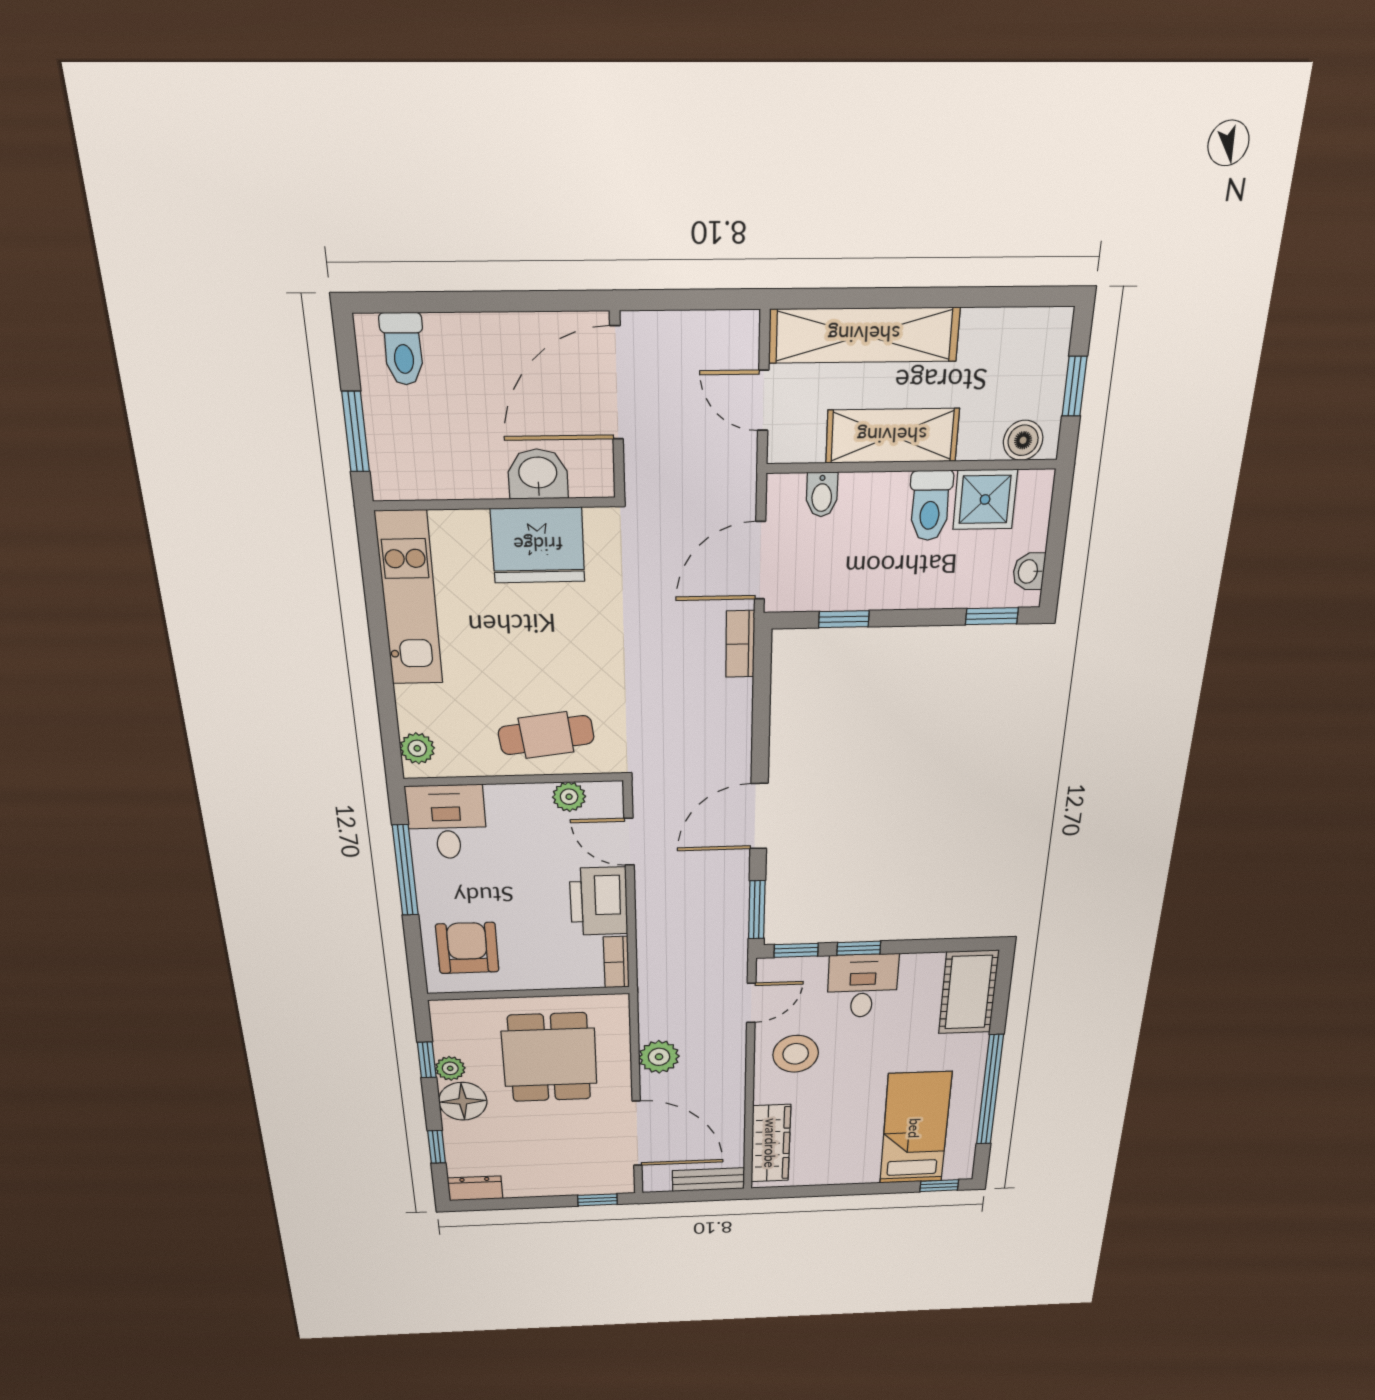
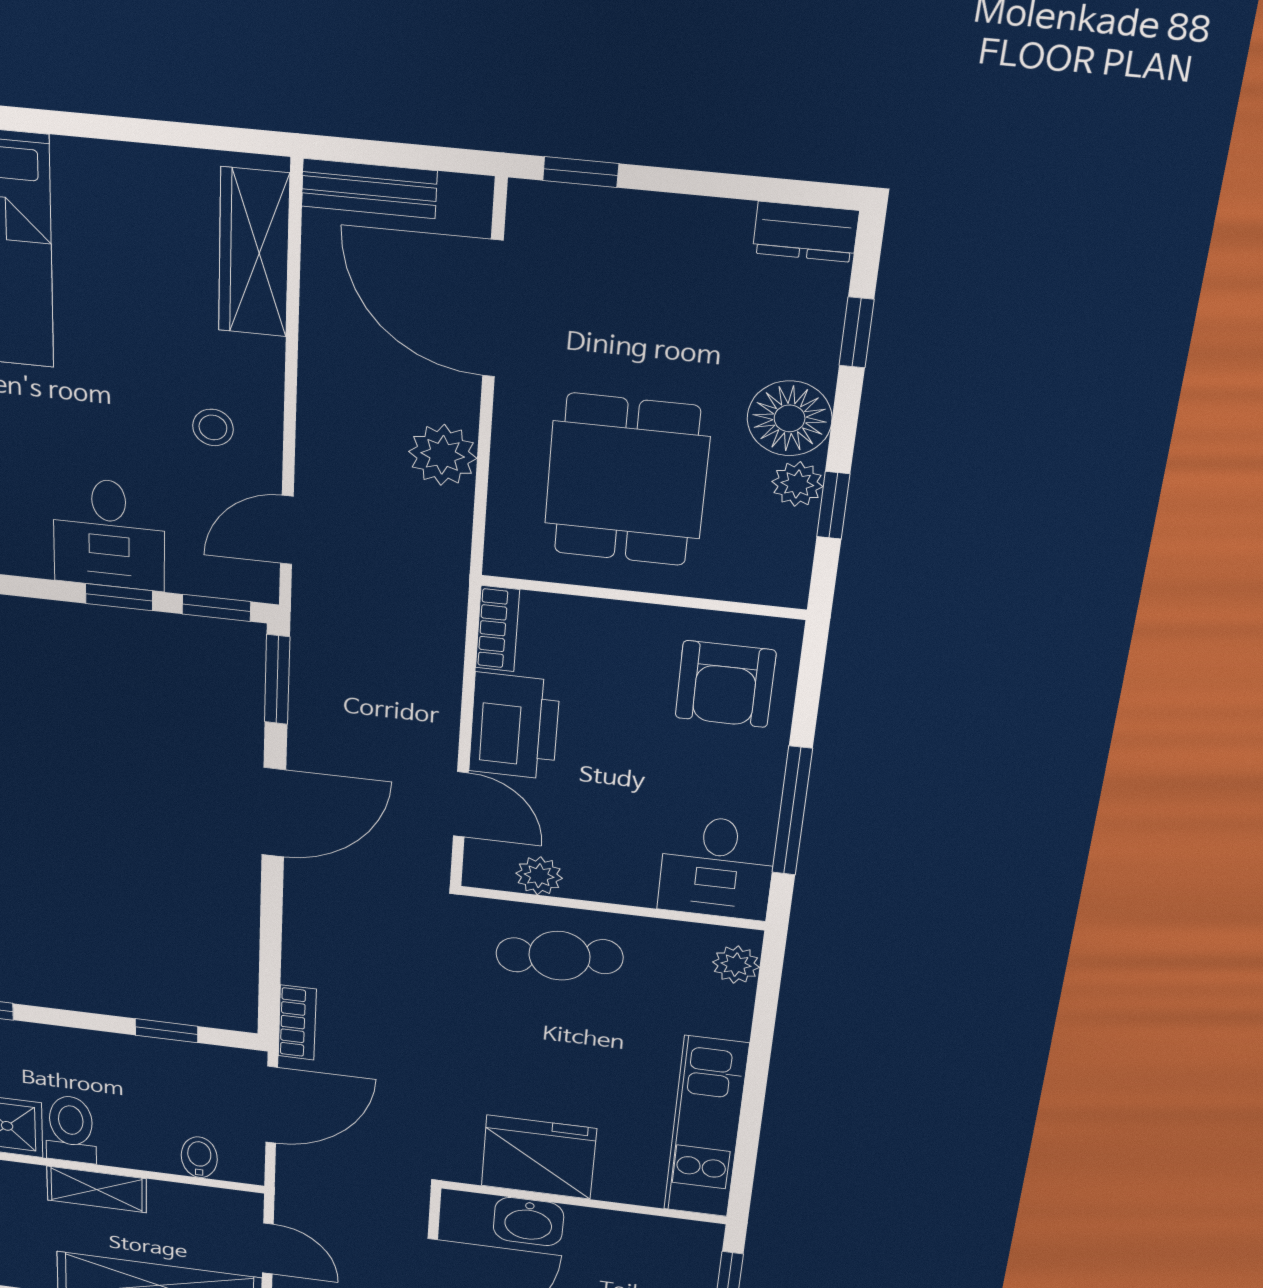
shelving: (892, 436) -> (97, 1189), width x0.67, depth x0.75
stool: (796, 1054) -> (213, 427), width x0.53, depth x0.53

